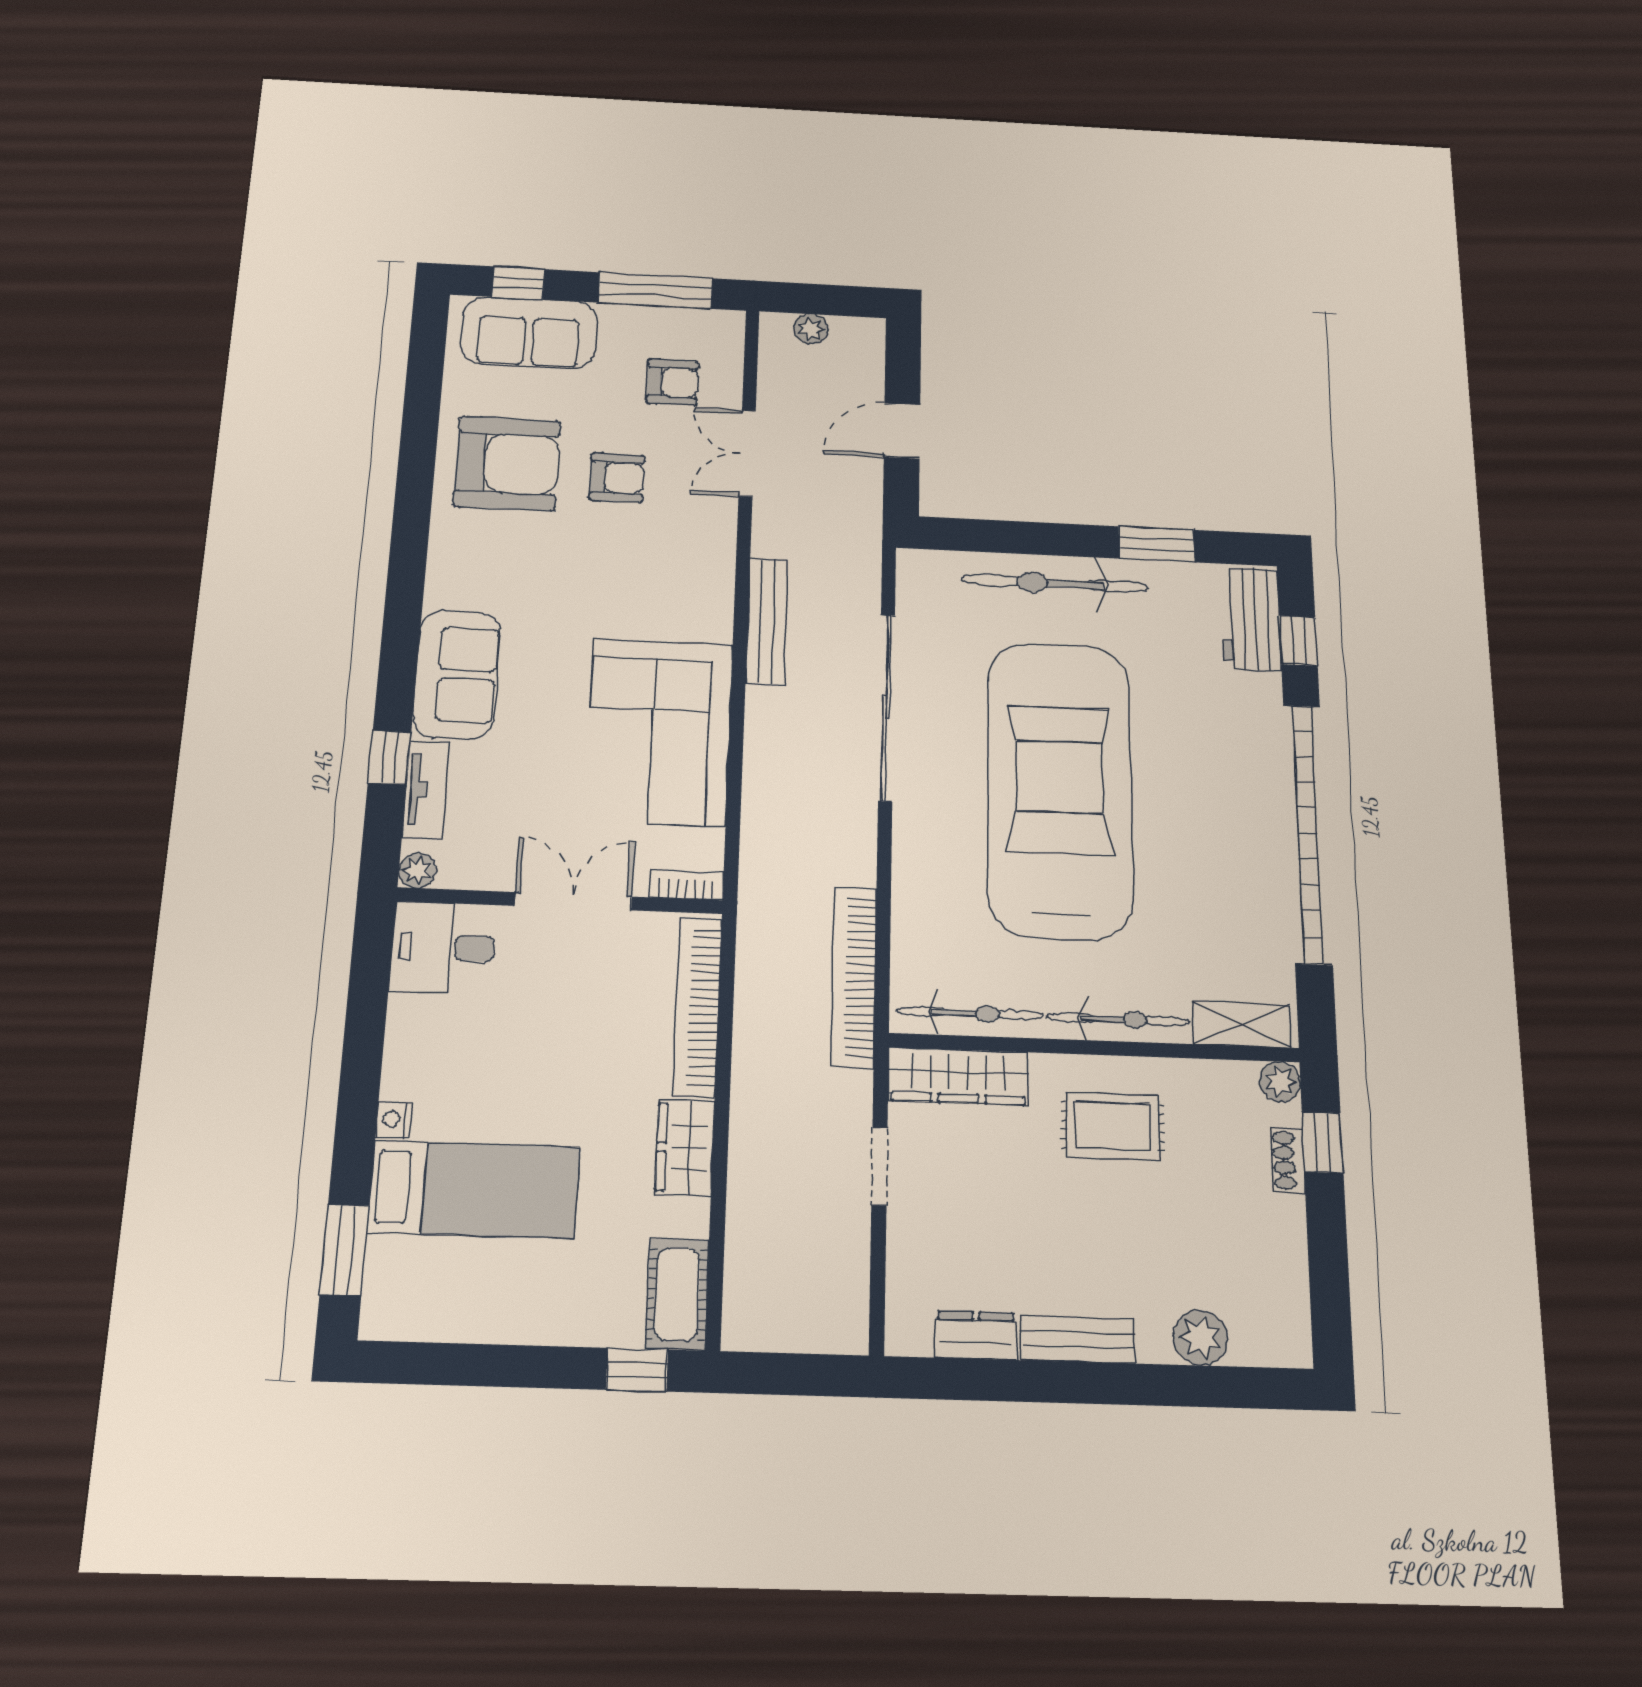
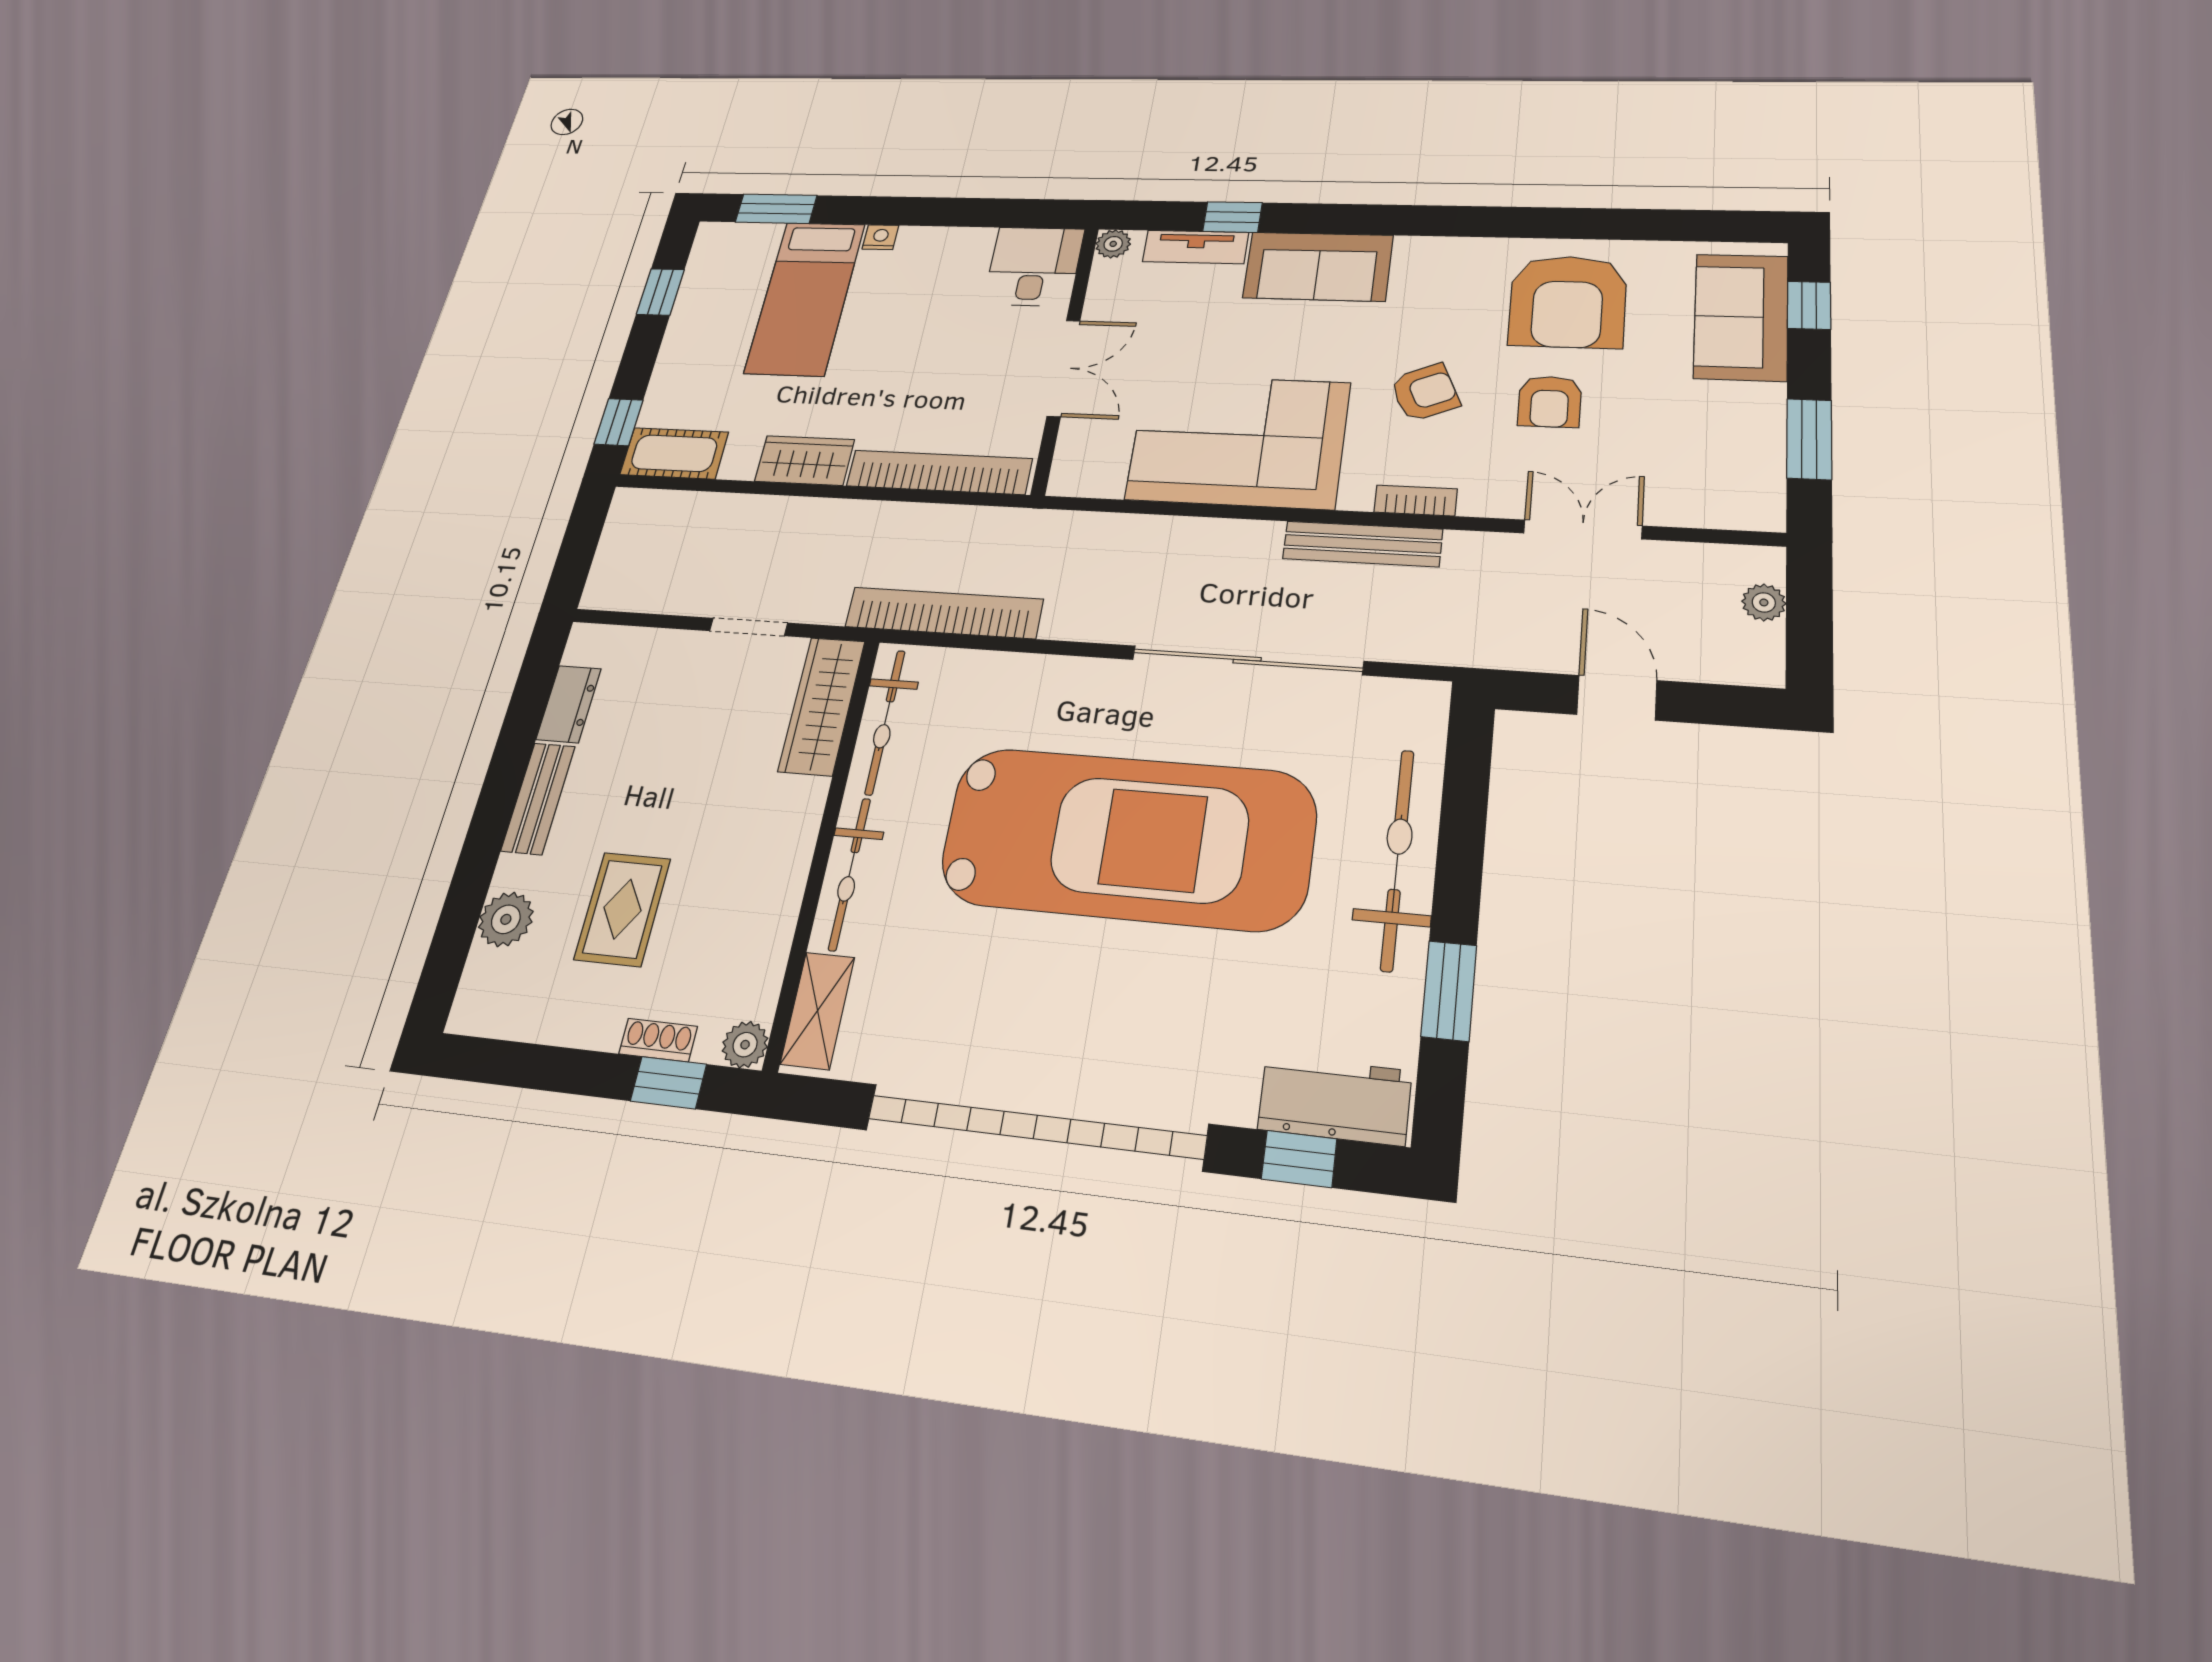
window: (656, 291) -> (1809, 439), width x0.69
armchair: (672, 382) -> (1425, 392), moved, turned -114
bookcase: (686, 885) -> (1416, 501), moved, turned -90
rug: (1113, 1126) -> (622, 909), moved
window: (459, 1364) -> (660, 292), added

